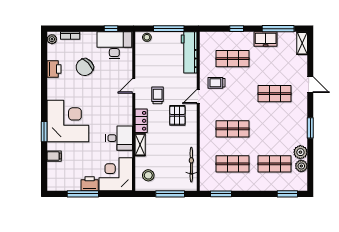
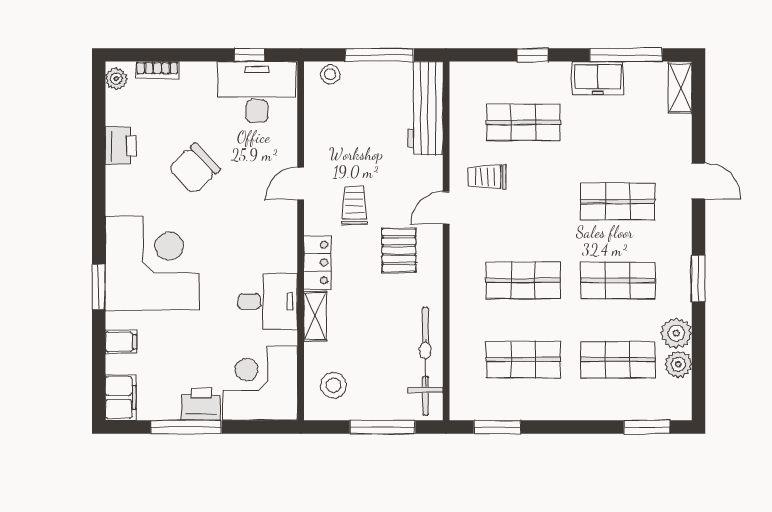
chair: (85, 67) -> (194, 169), moved
shop shelf: (275, 129) -> (618, 280), added
bicycle: (191, 165) -> (425, 361), width x1.37, depth x1.40
filing cabinet: (54, 181) -> (121, 397), added

